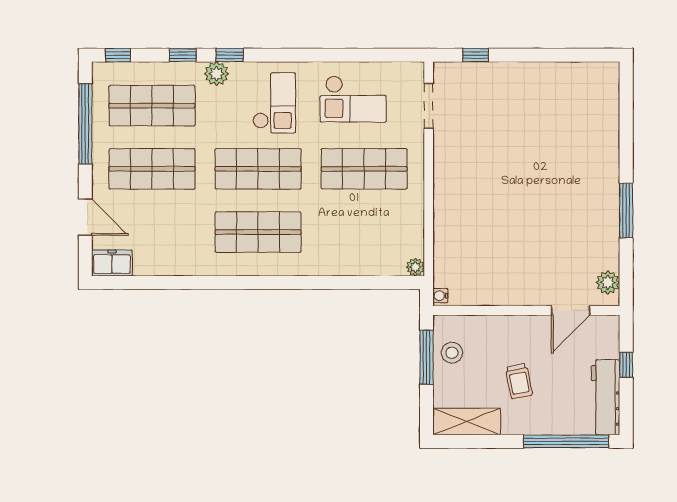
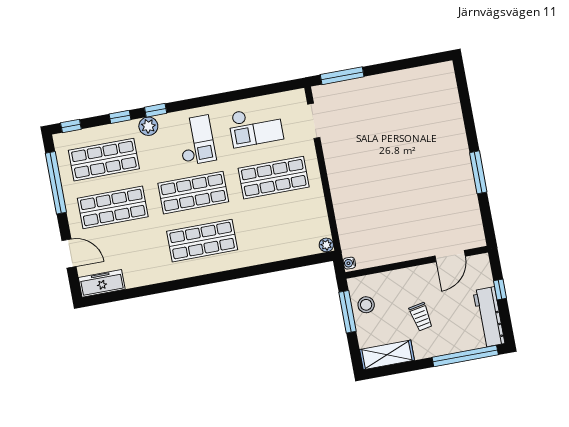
window: (476, 55) -> (342, 76), width x2.17
freezer: (112, 263) -> (102, 283), width x1.40
plant: (608, 282) -> (474, 230), removed

